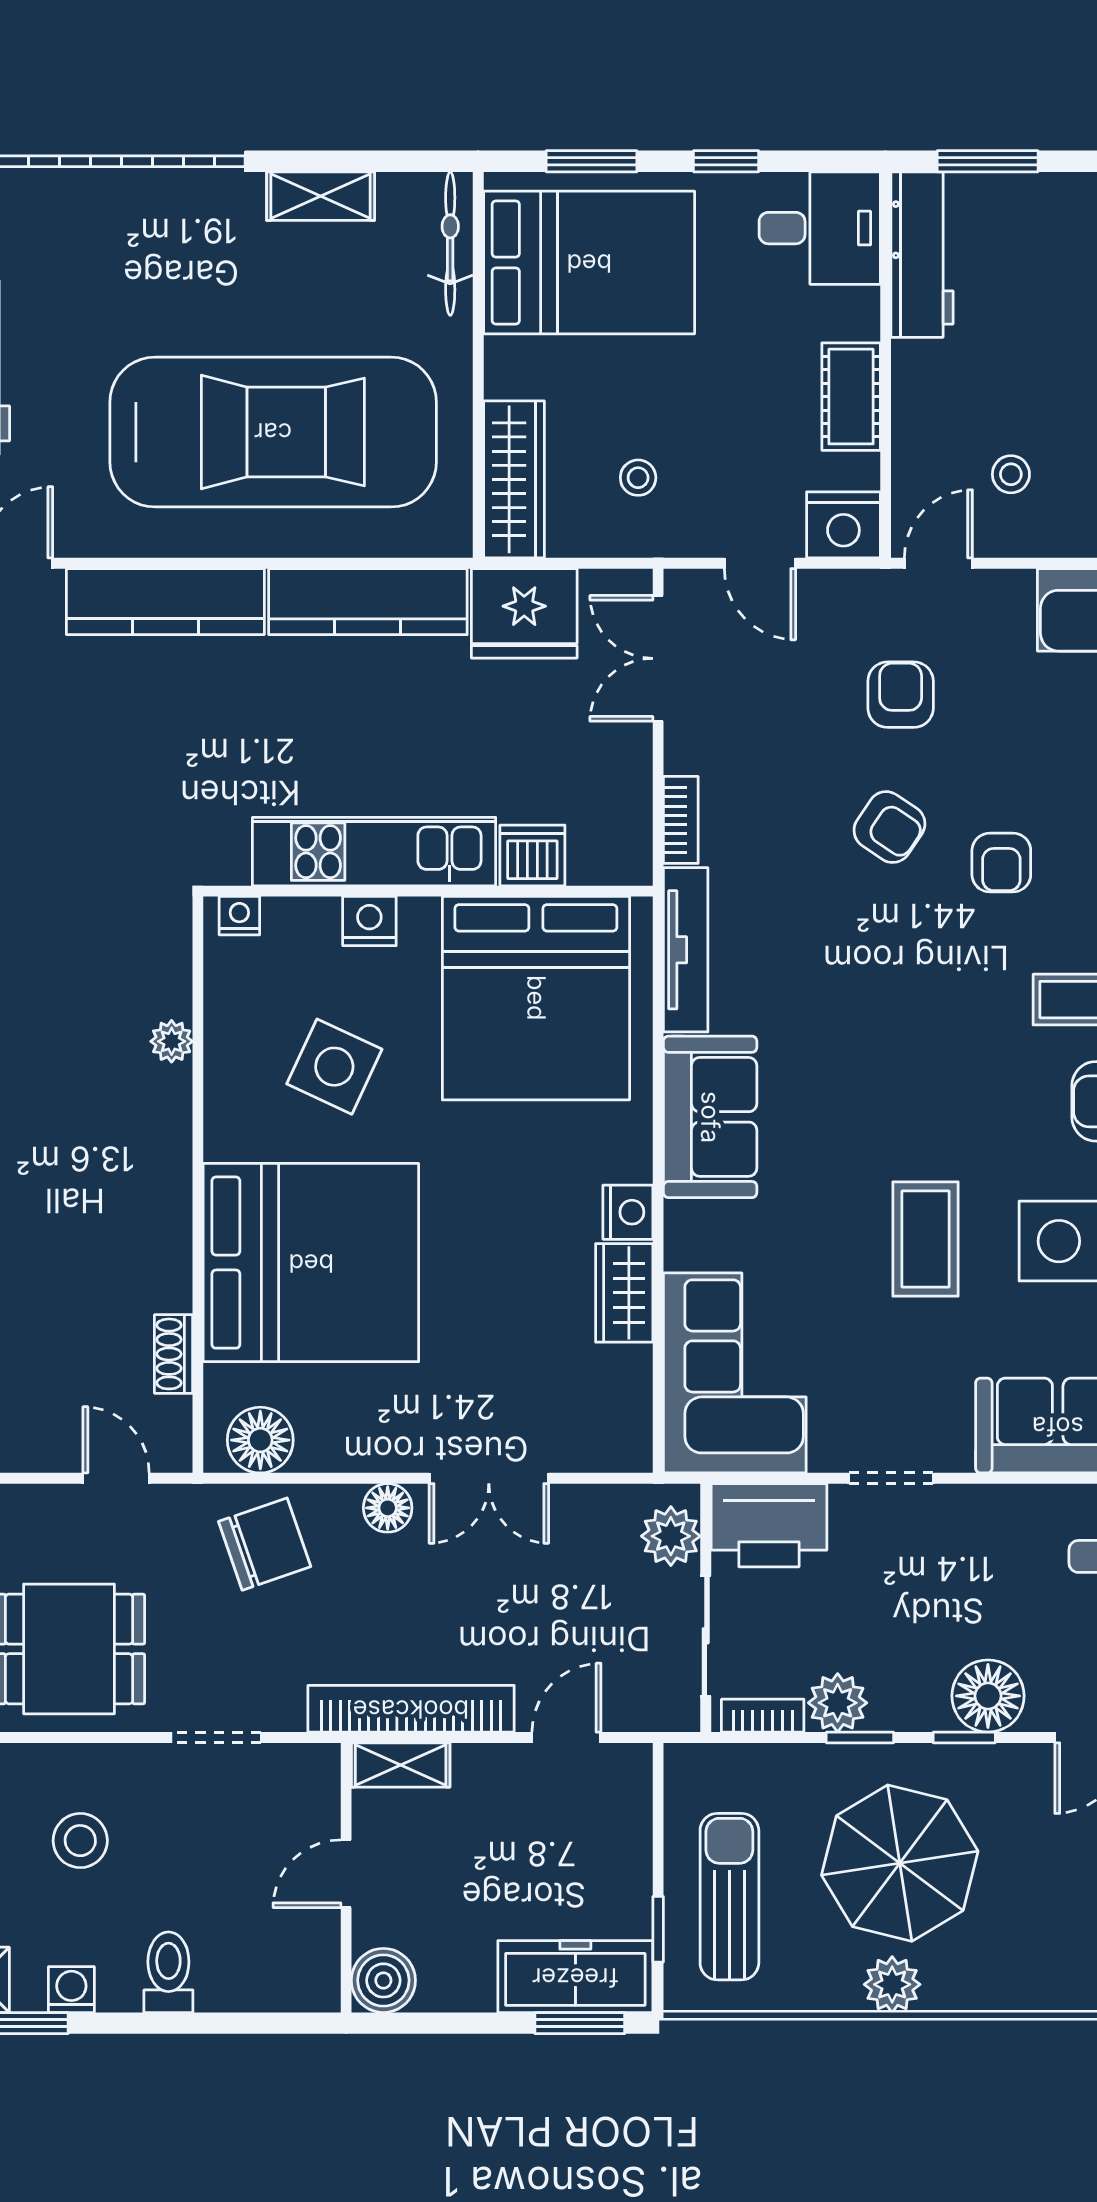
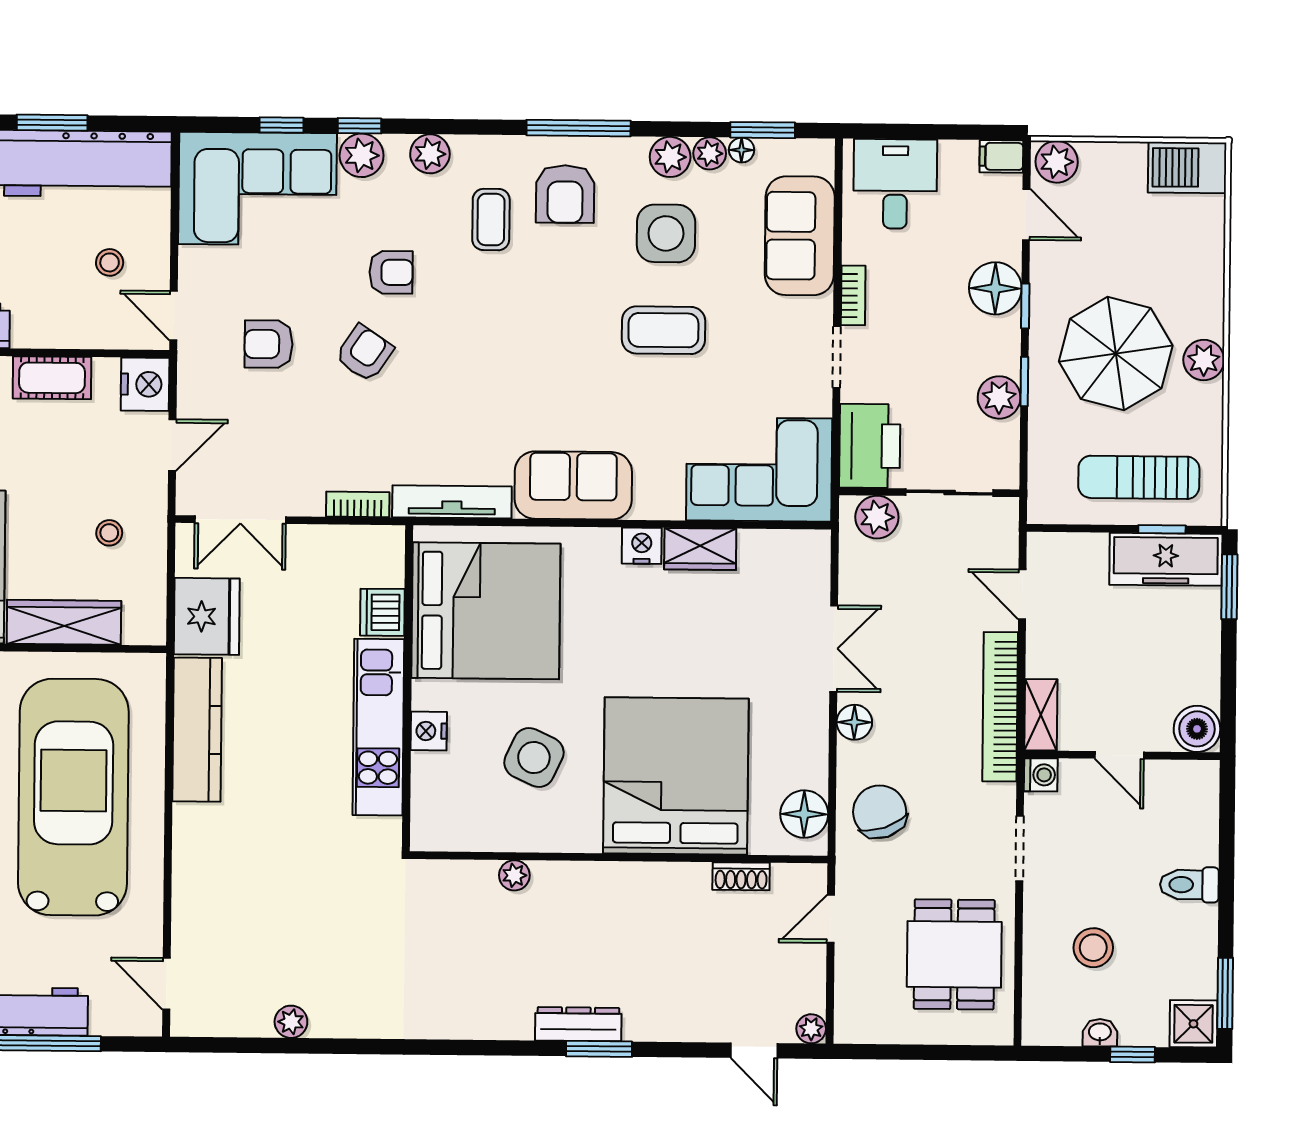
wardrobe: (514, 479) -> (64, 622), moved
kitchen counter: (165, 602) -> (195, 877), removed
nightstand: (239, 916) -> (424, 825), removed
bookcase: (763, 1716) -> (853, 295), moved, turned 180
freezer: (575, 1977) -> (1166, 559), moved, turned -90
washing machine: (71, 1990) -> (1041, 775), moved, turned 180

